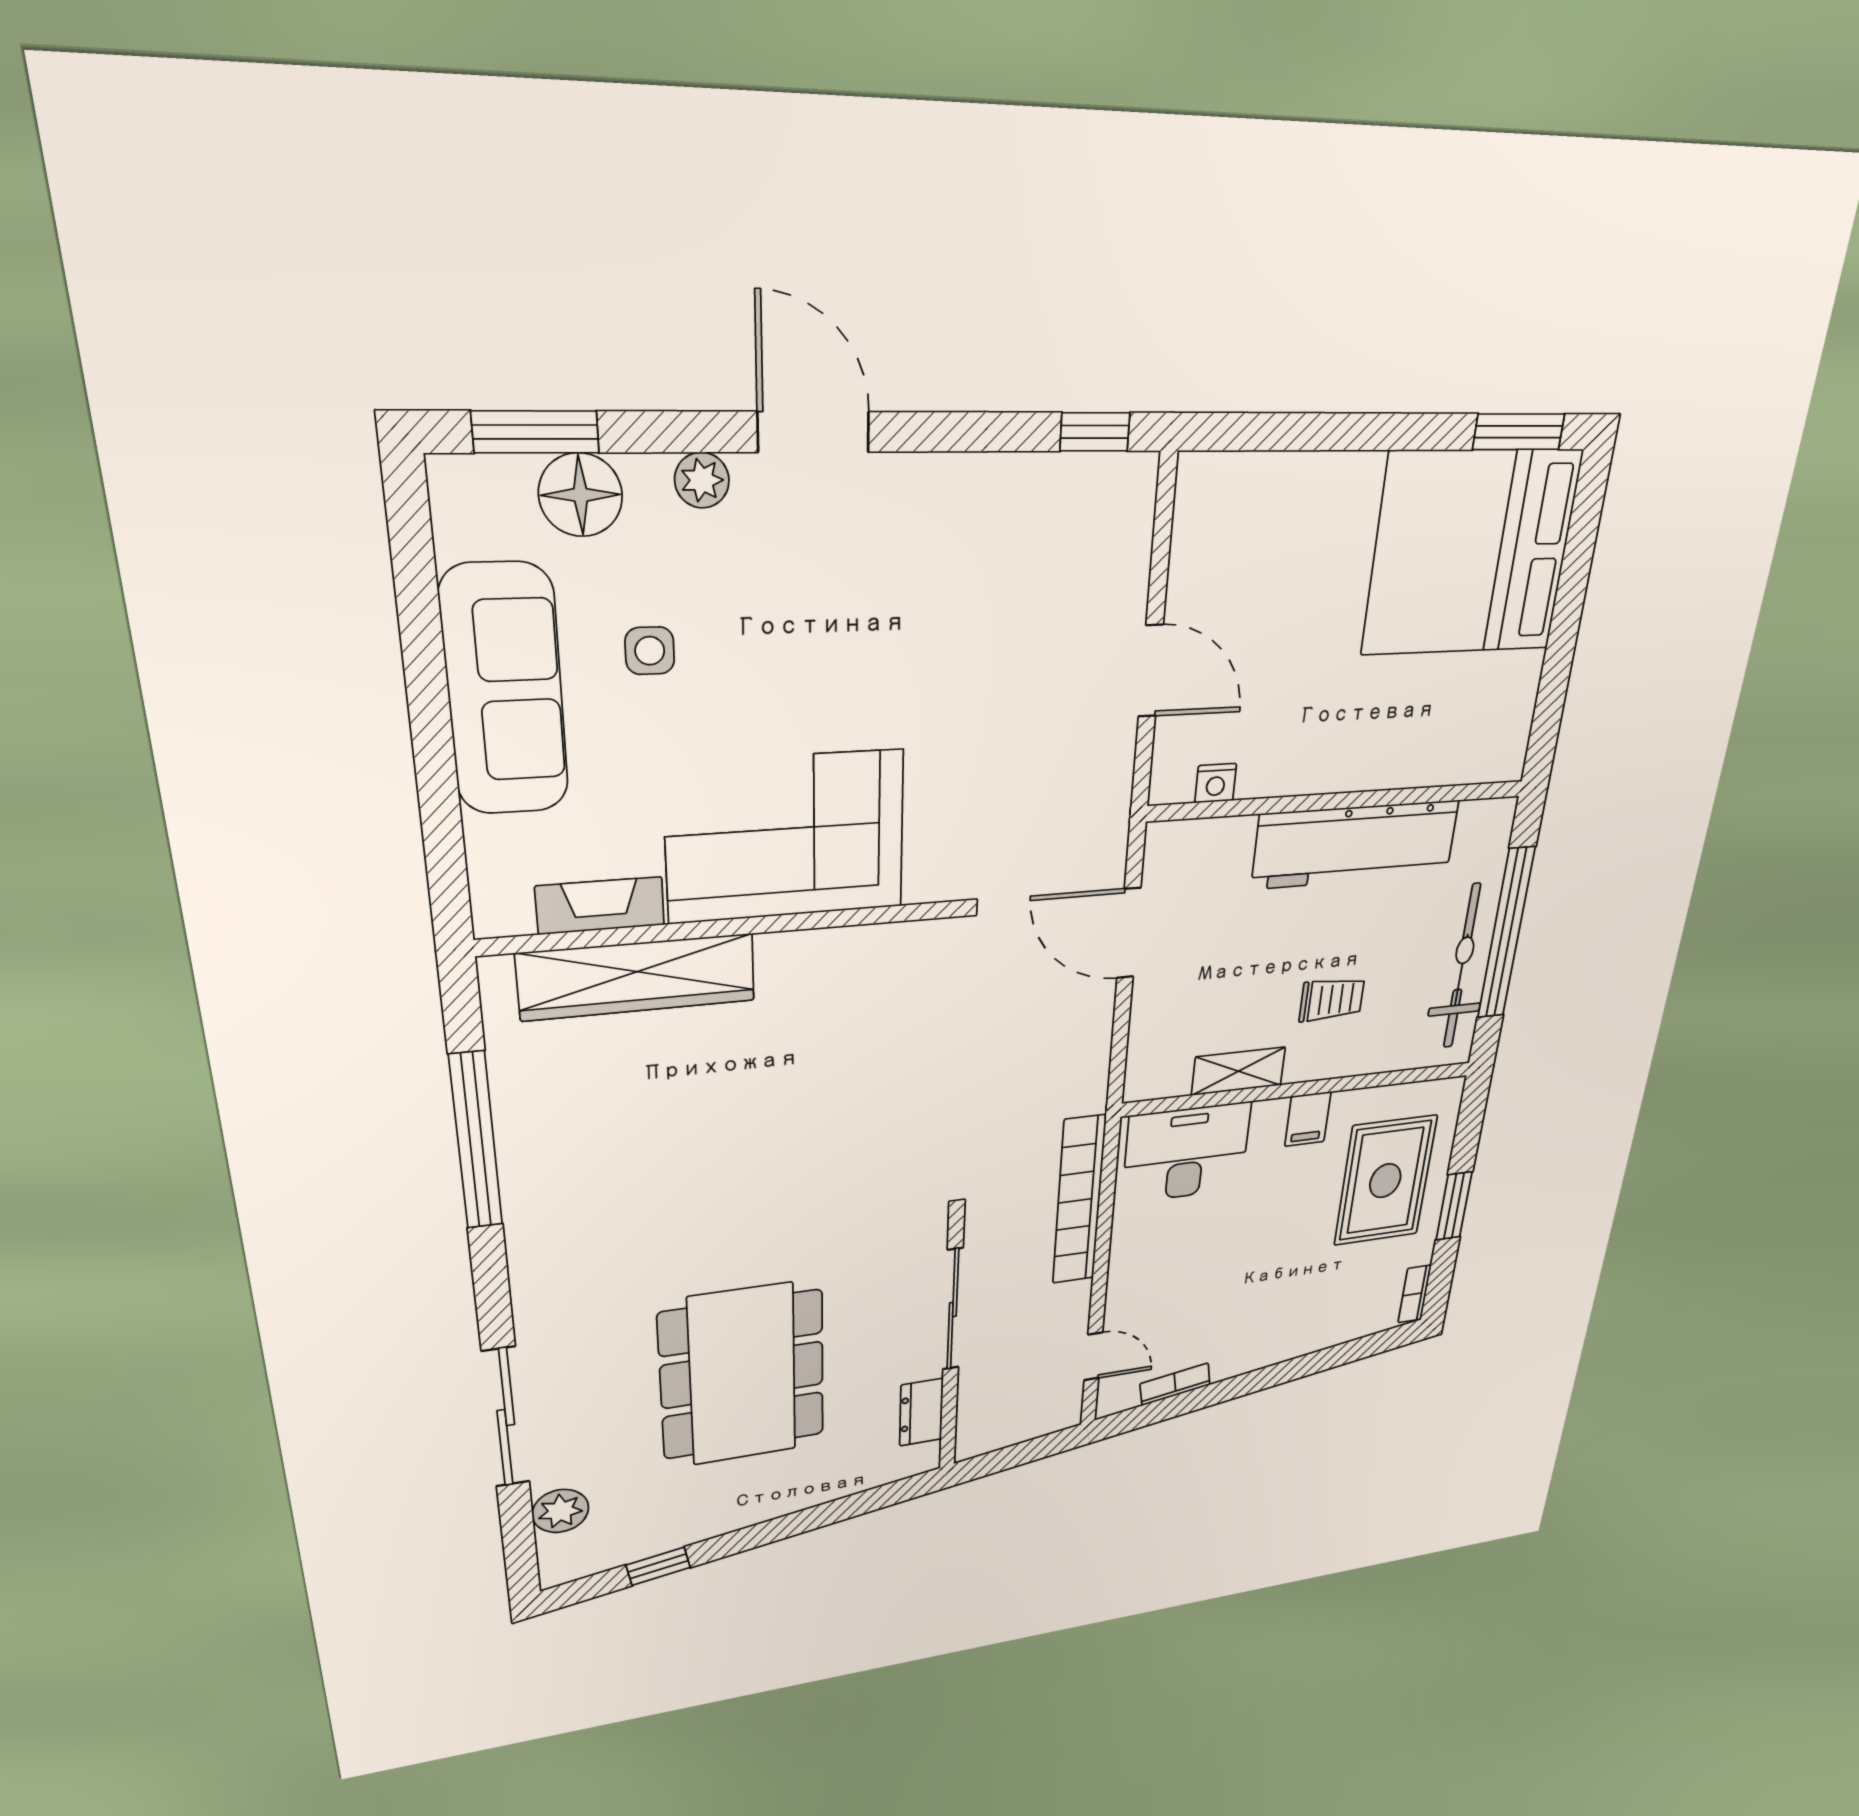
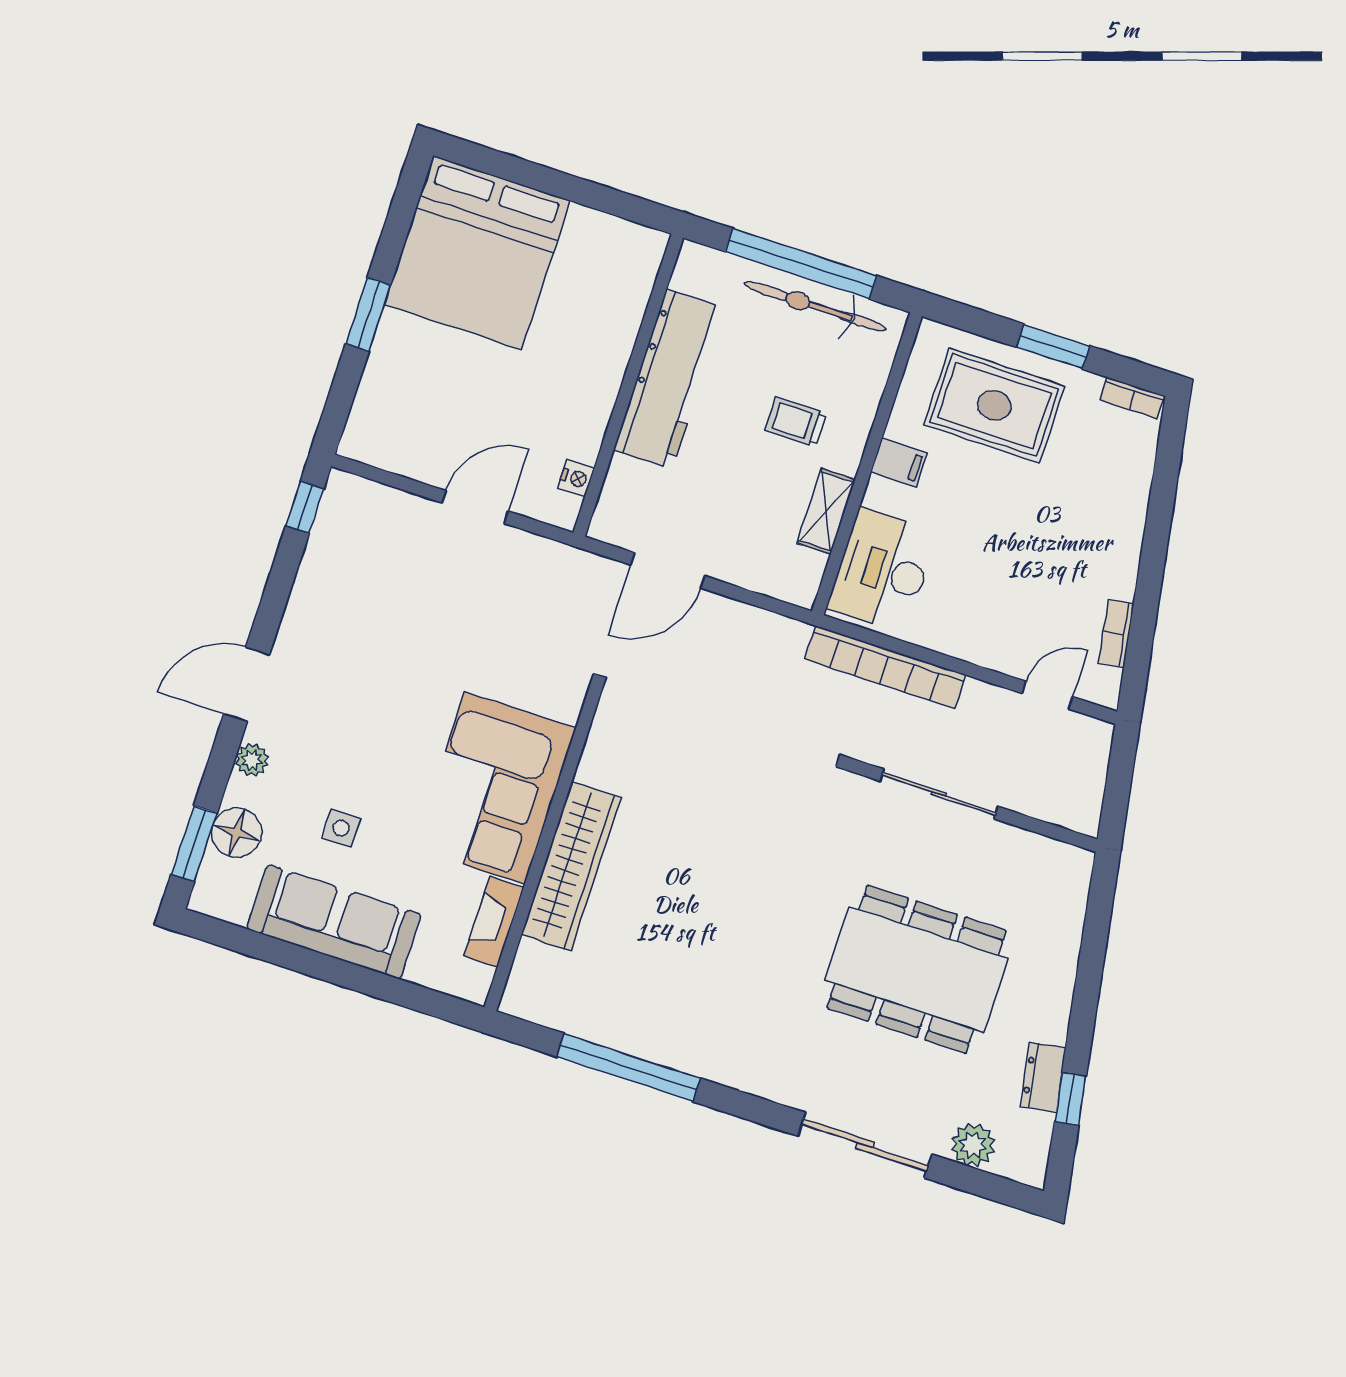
window: (1519, 432) -> (368, 314), moved
wardrobe: (637, 977) -> (571, 866), moved
trolley: (1332, 999) -> (796, 422), turned -90
dresser: (921, 1412) -> (1043, 1077), moved, turned 80

